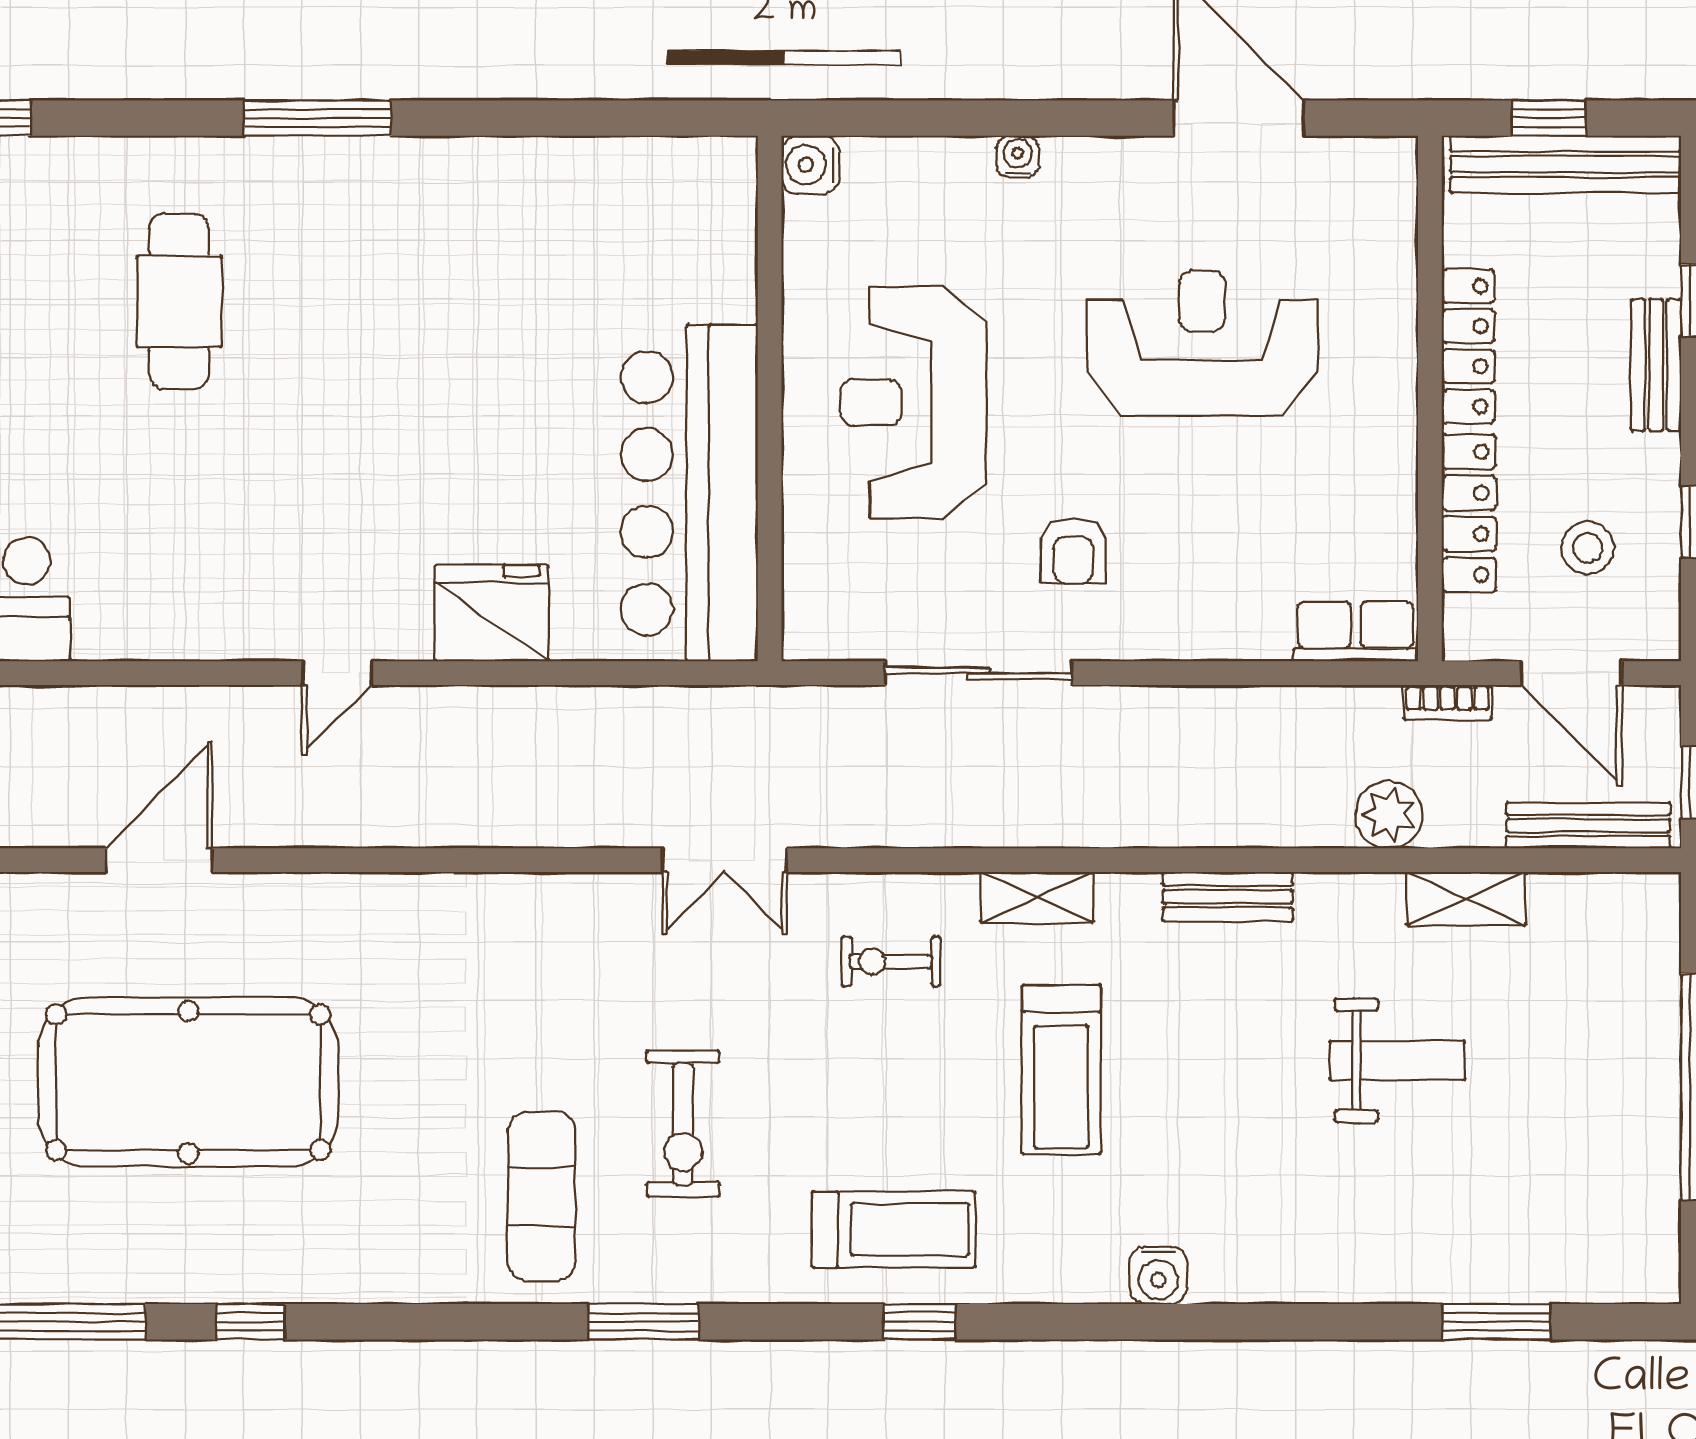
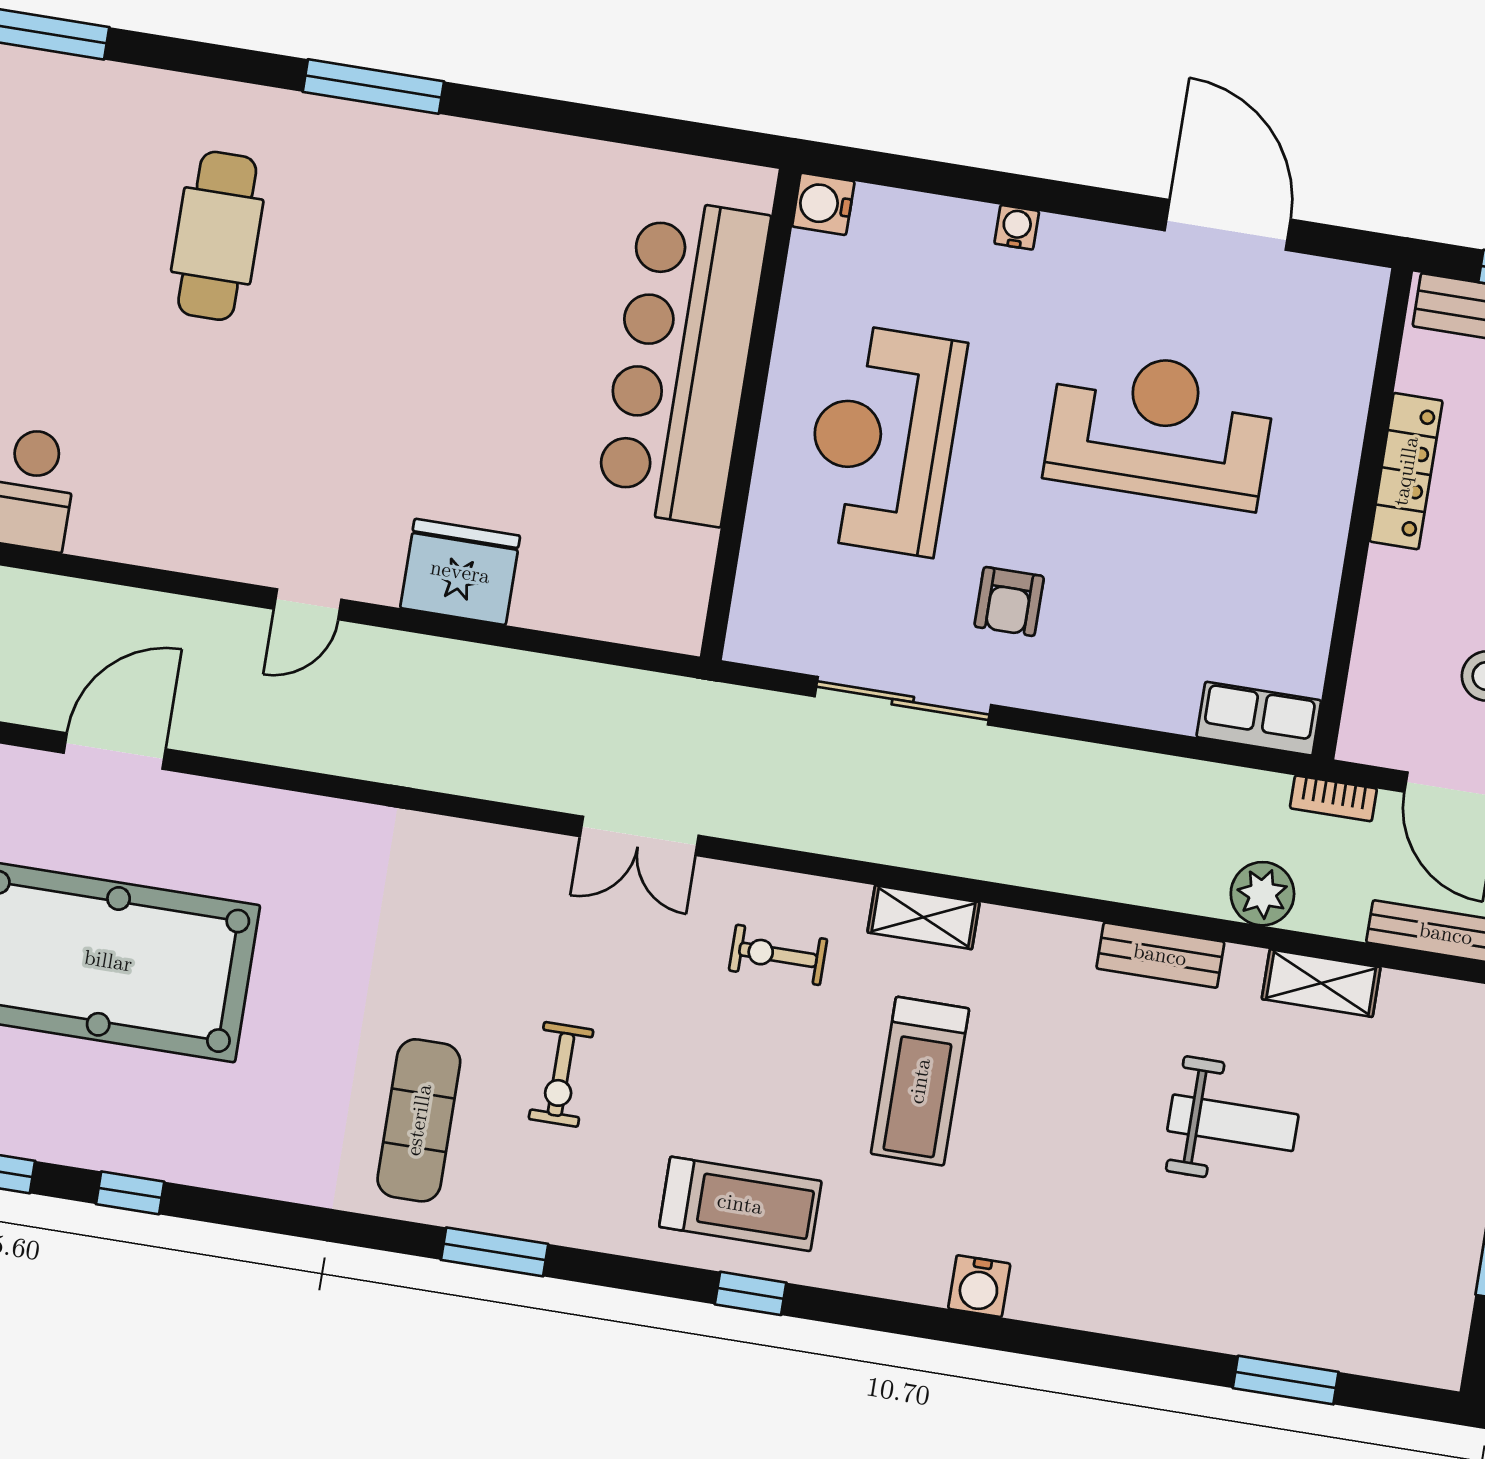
bar counter: (689, 493) -> (683, 361), moved
locker: (1469, 513) -> (1382, 626), removed
bench: (1228, 897) -> (1160, 955), moved
exercise bike: (683, 1124) -> (561, 1074), width x0.73, depth x0.72

